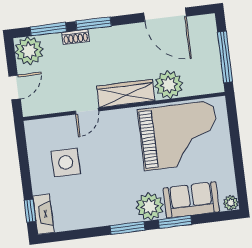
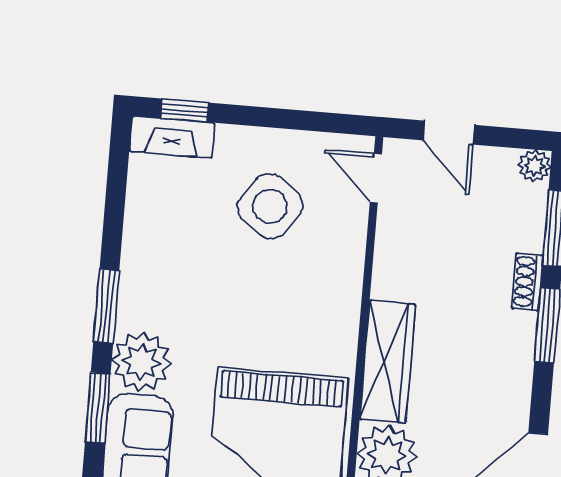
plant: (29, 51) -> (534, 166), width x0.53, depth x0.53
door: (87, 111) -> (376, 178), moved
side table: (66, 162) -> (270, 206), turned 35

